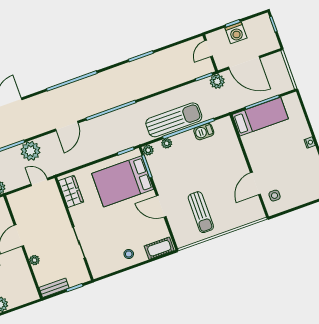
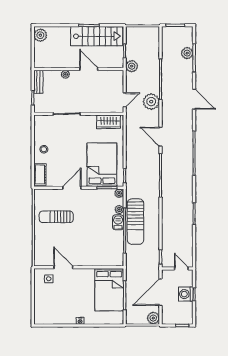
plant: (217, 81) -> (153, 318), moved
bed: (260, 117) -> (109, 290), width x1.50
barbecue: (204, 132) -> (118, 222), moved

